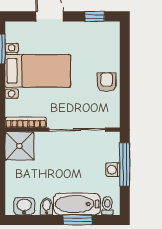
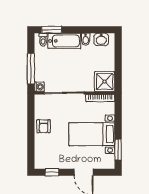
washing machine: (113, 170) -> (39, 87), moved
window: (78, 220) -> (52, 30), moved

